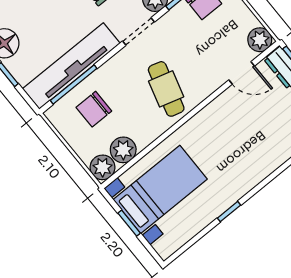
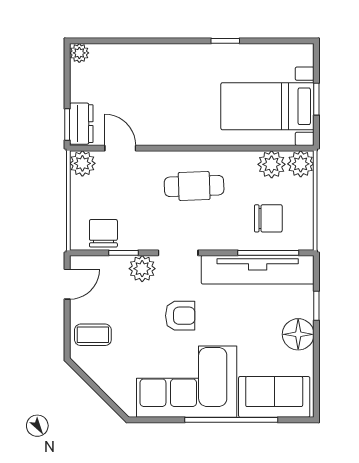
cafe table: (166, 89) -> (194, 186), turned 72

